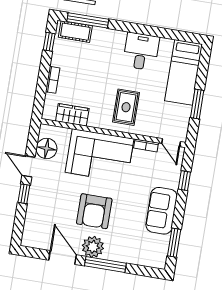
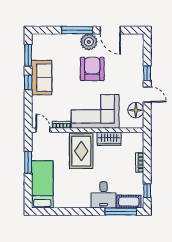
desk: (141, 51) -> (104, 195), moved
rug: (126, 107) -> (81, 151), width x1.36, depth x1.43
wardrobe: (72, 115) -> (109, 139), moved
window: (184, 181) -> (28, 82), moved

